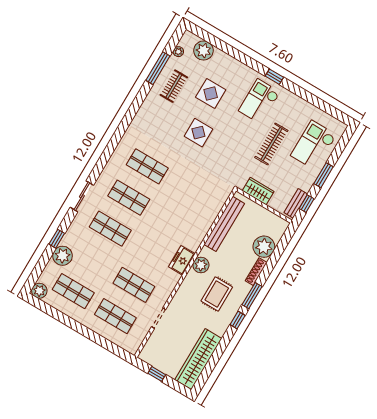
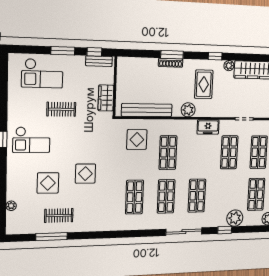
plant: (203, 51) -> (11, 206), width x0.53, depth x0.53
plant: (178, 52) -> (28, 229), removed
clothes rail: (271, 144) -> (61, 109), width x0.73
sliding door: (82, 196) -> (184, 232), width x1.37
display table: (202, 199) -> (137, 140), added
shop shelf: (171, 223) -> (168, 153), added
plant: (264, 247) -> (229, 66), moved, width x0.53, depth x0.53
freezer: (182, 260) -> (208, 127), moved
rug: (217, 294) -> (204, 84), turned 90
window: (252, 296) -> (172, 55), moved

